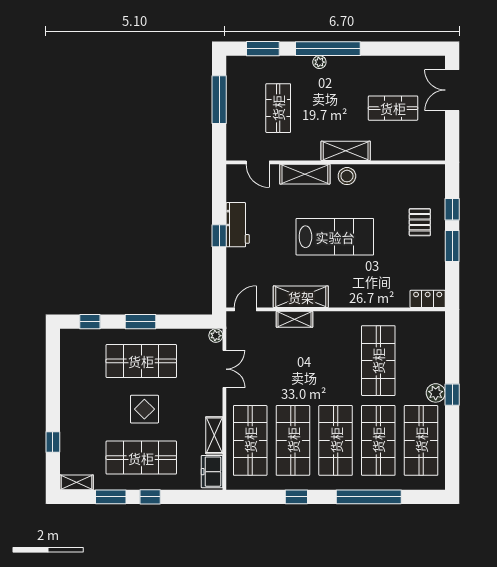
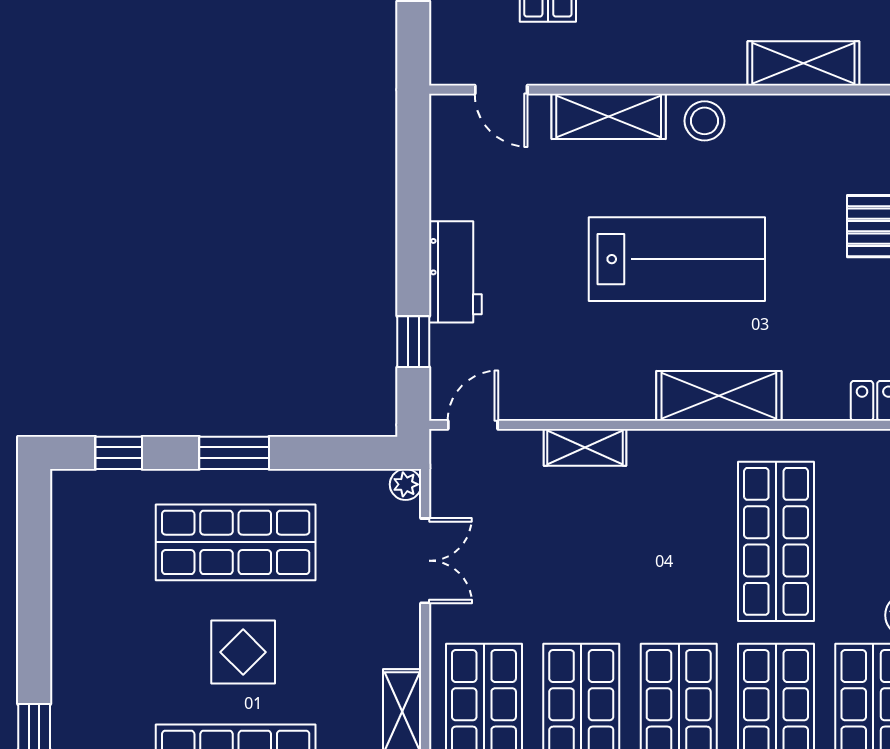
shelving: (346, 151) -> (803, 63), moved
workbench: (238, 225) -> (455, 272), moved
window: (219, 236) -> (413, 342), moved
shelving: (301, 297) -> (719, 396), moved

